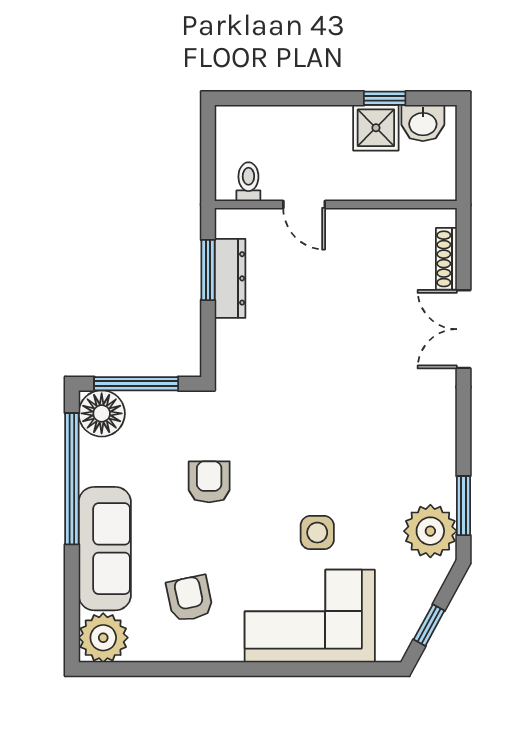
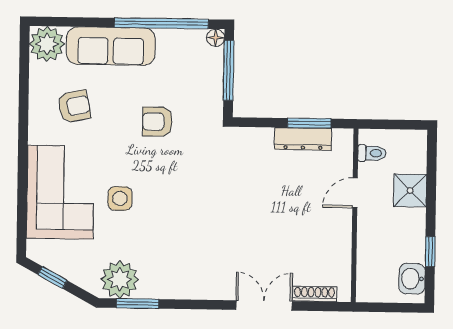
shower: (376, 128) -> (410, 191), moved
floor lamp: (102, 413) -> (216, 38), width x0.53, depth x0.53
armchair: (209, 482) -> (157, 122), turned 180

